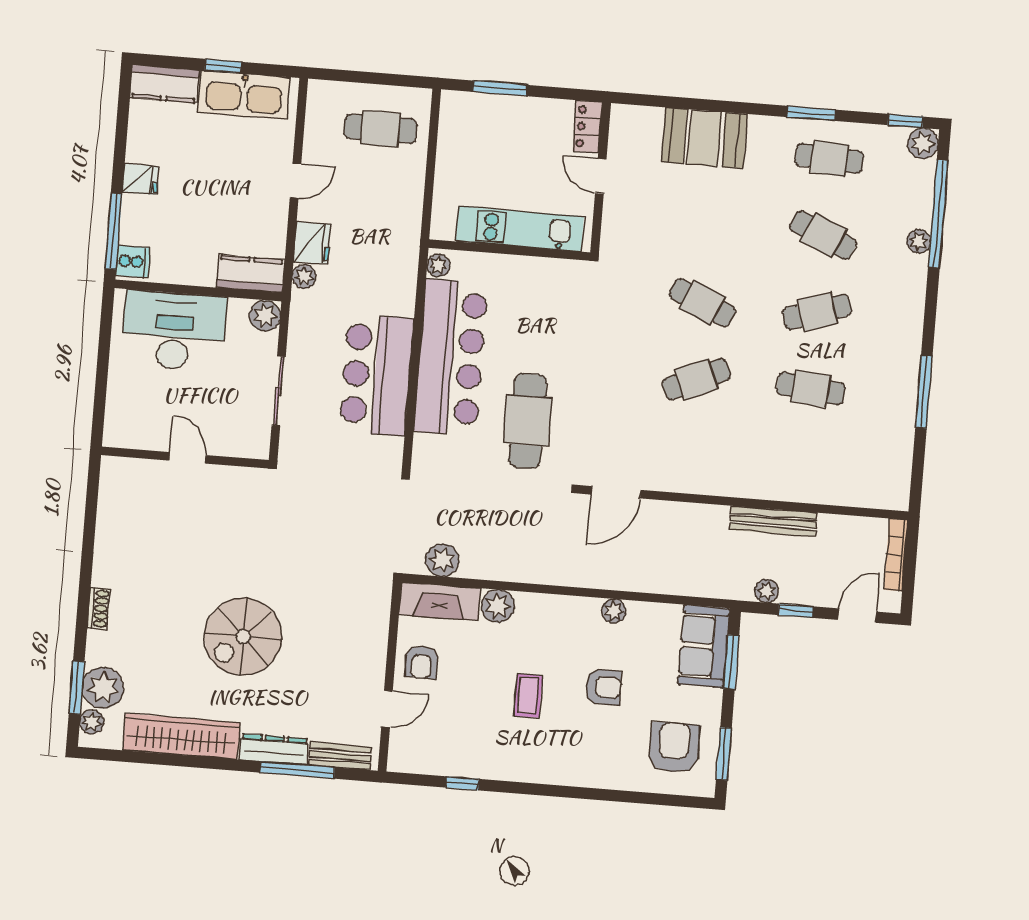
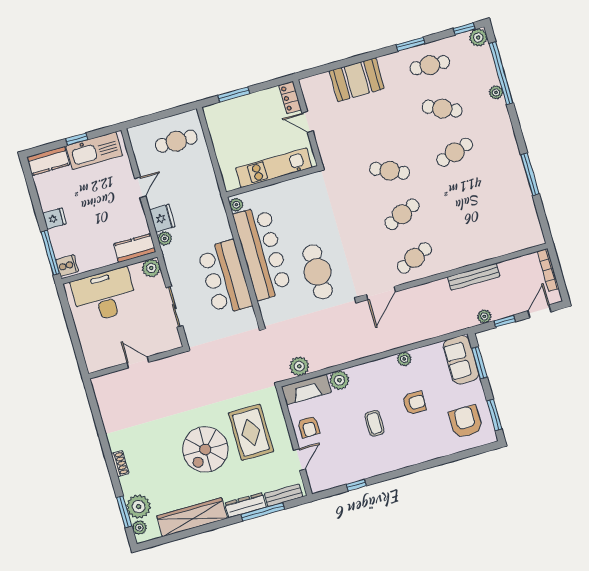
cafe table: (811, 389) -> (414, 258), moved, turned -30
rug: (326, 637) -> (251, 432), added

